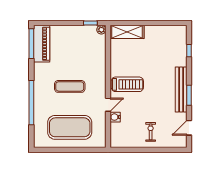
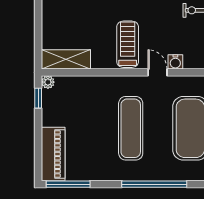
shelving: (127, 32) -> (66, 59), moved, turned 90
piano: (42, 44) -> (53, 154), moved, turned 90
exercise mat: (70, 86) -> (131, 128), width x1.36, depth x1.45

